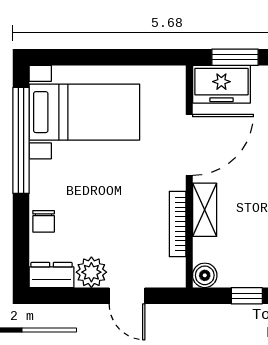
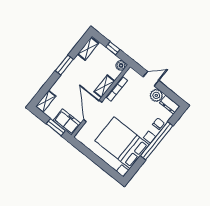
bed with nightstands: (84, 112) -> (122, 143), width x1.36
window: (21, 140) -> (157, 141), moved
door: (189, 145) -> (93, 111), hinge flipped
door: (127, 296) -> (151, 79), hinge flipped

